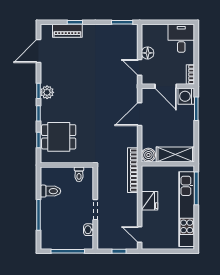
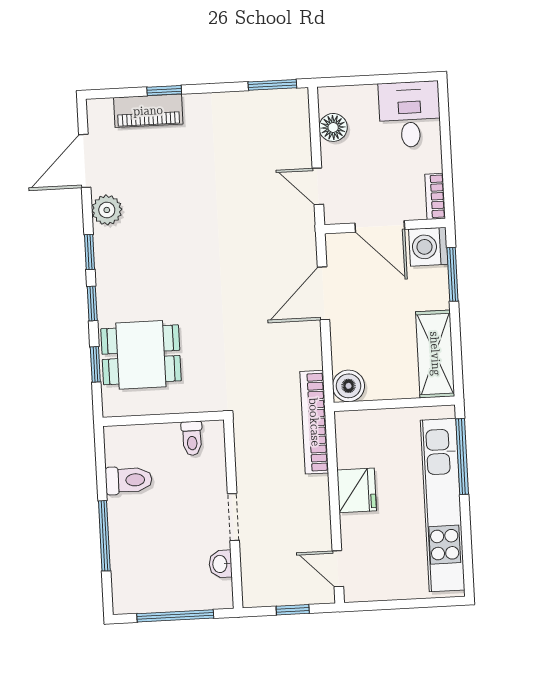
floor lamp: (148, 53) -> (333, 127), moved
plant: (47, 92) -> (107, 210), moved
shelving: (175, 154) -> (435, 354), moved, turned 90

